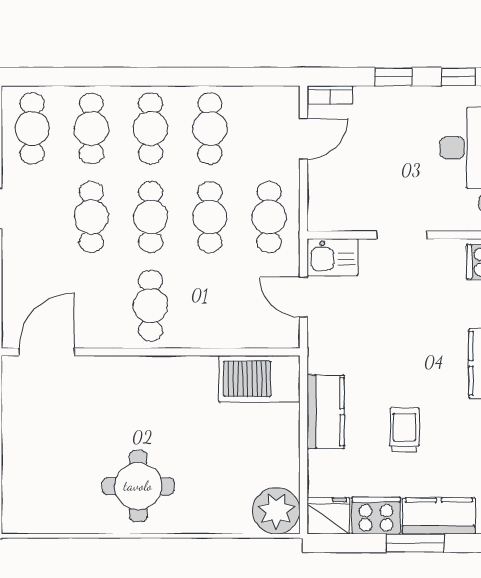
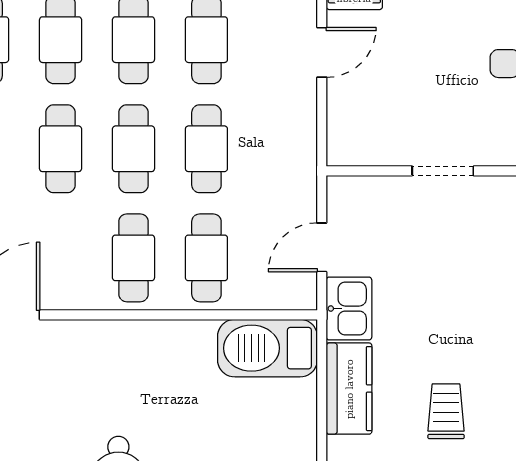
cafe table: (269, 217) -> (206, 258), moved
kitchen sink: (333, 257) -> (349, 309), moved, turned -90
door: (303, 297) -> (322, 247), hinge flipped

